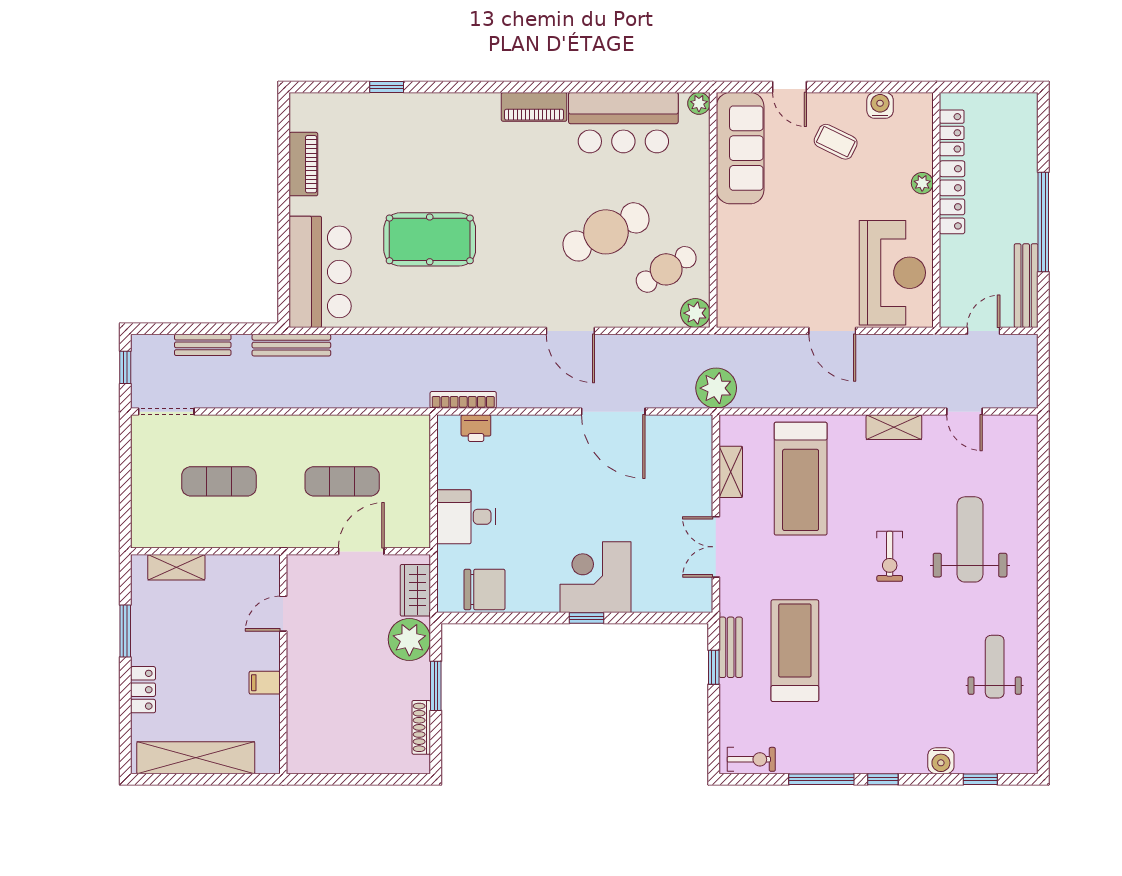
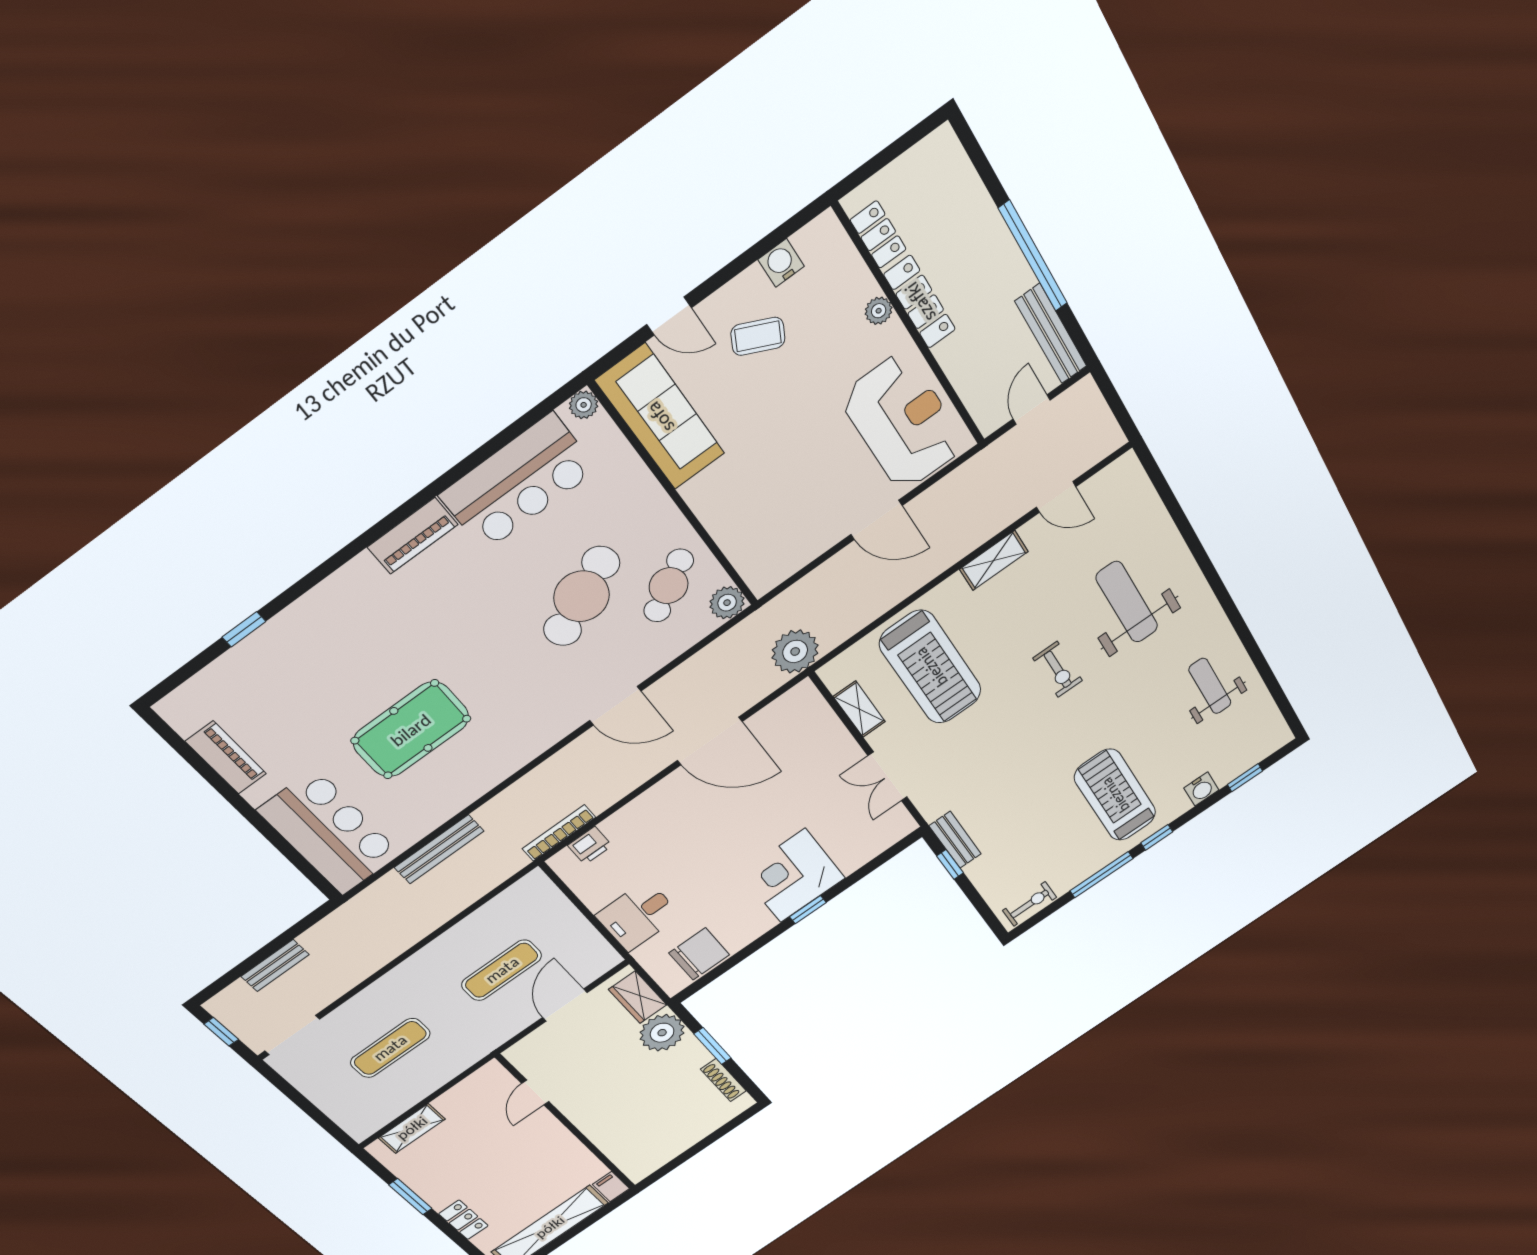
bench: (291, 345) -> (439, 849), moved
treadmill: (795, 651) -> (1115, 795), moved
filing cabinet: (265, 683) -> (611, 1187), moved, turned 90

